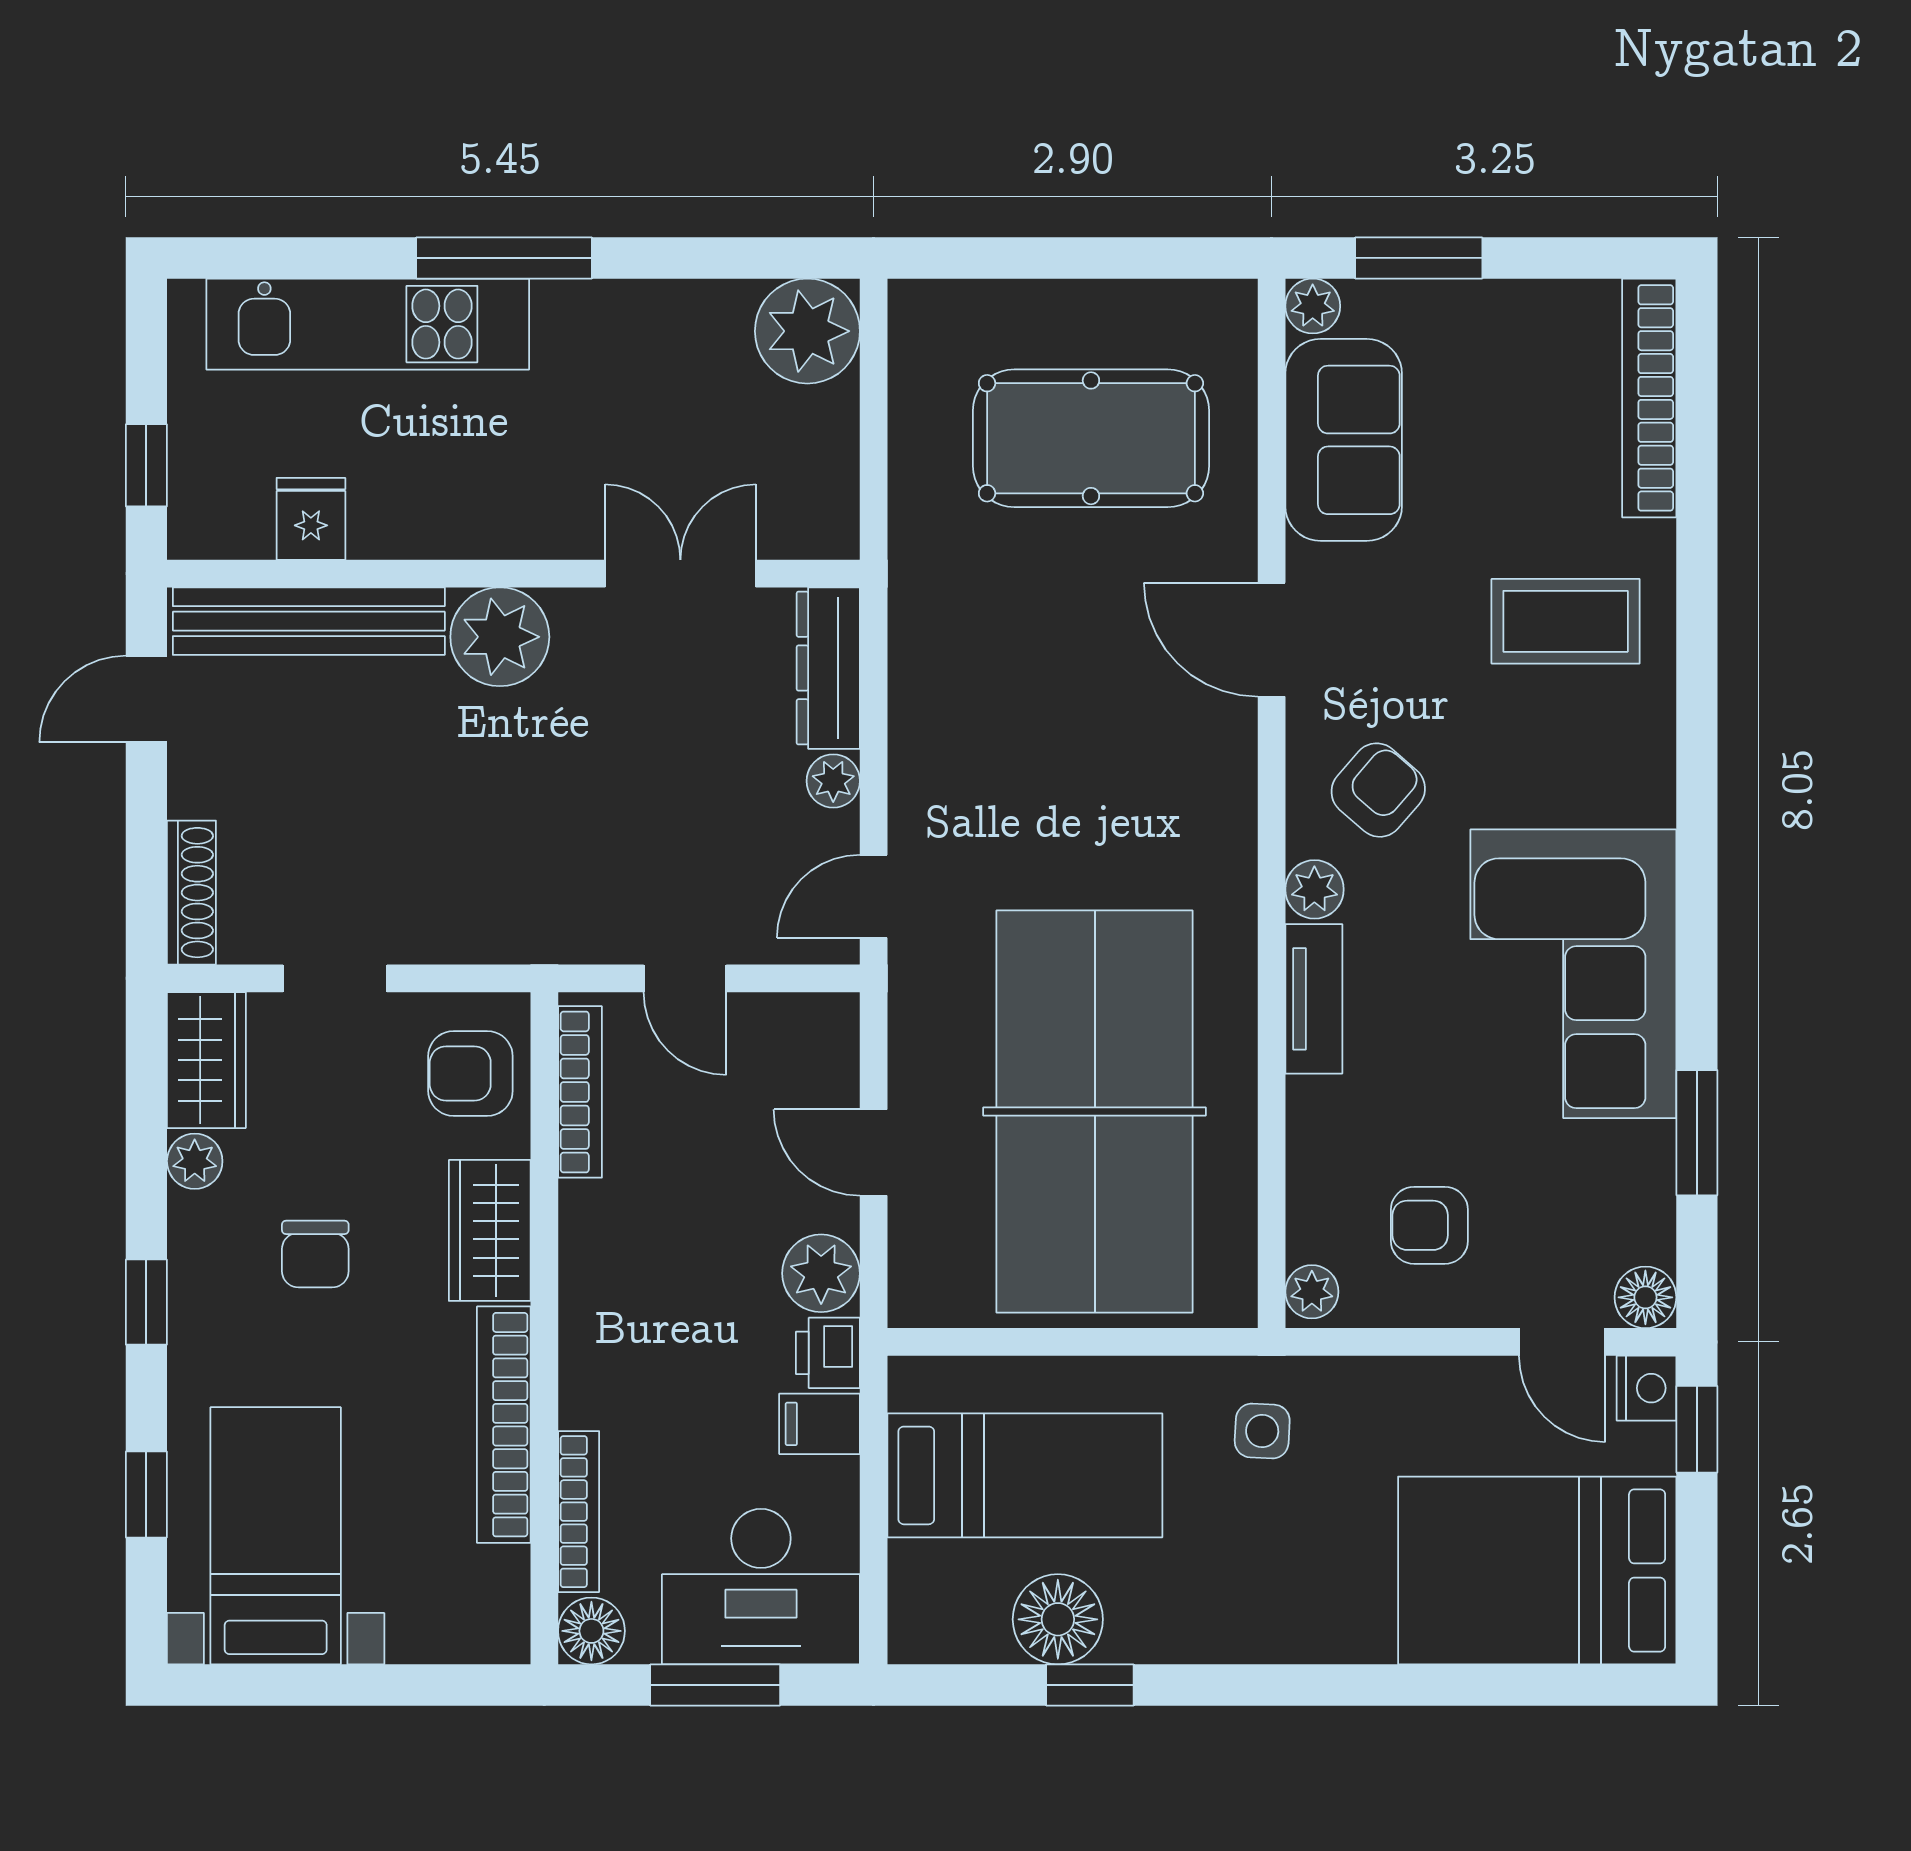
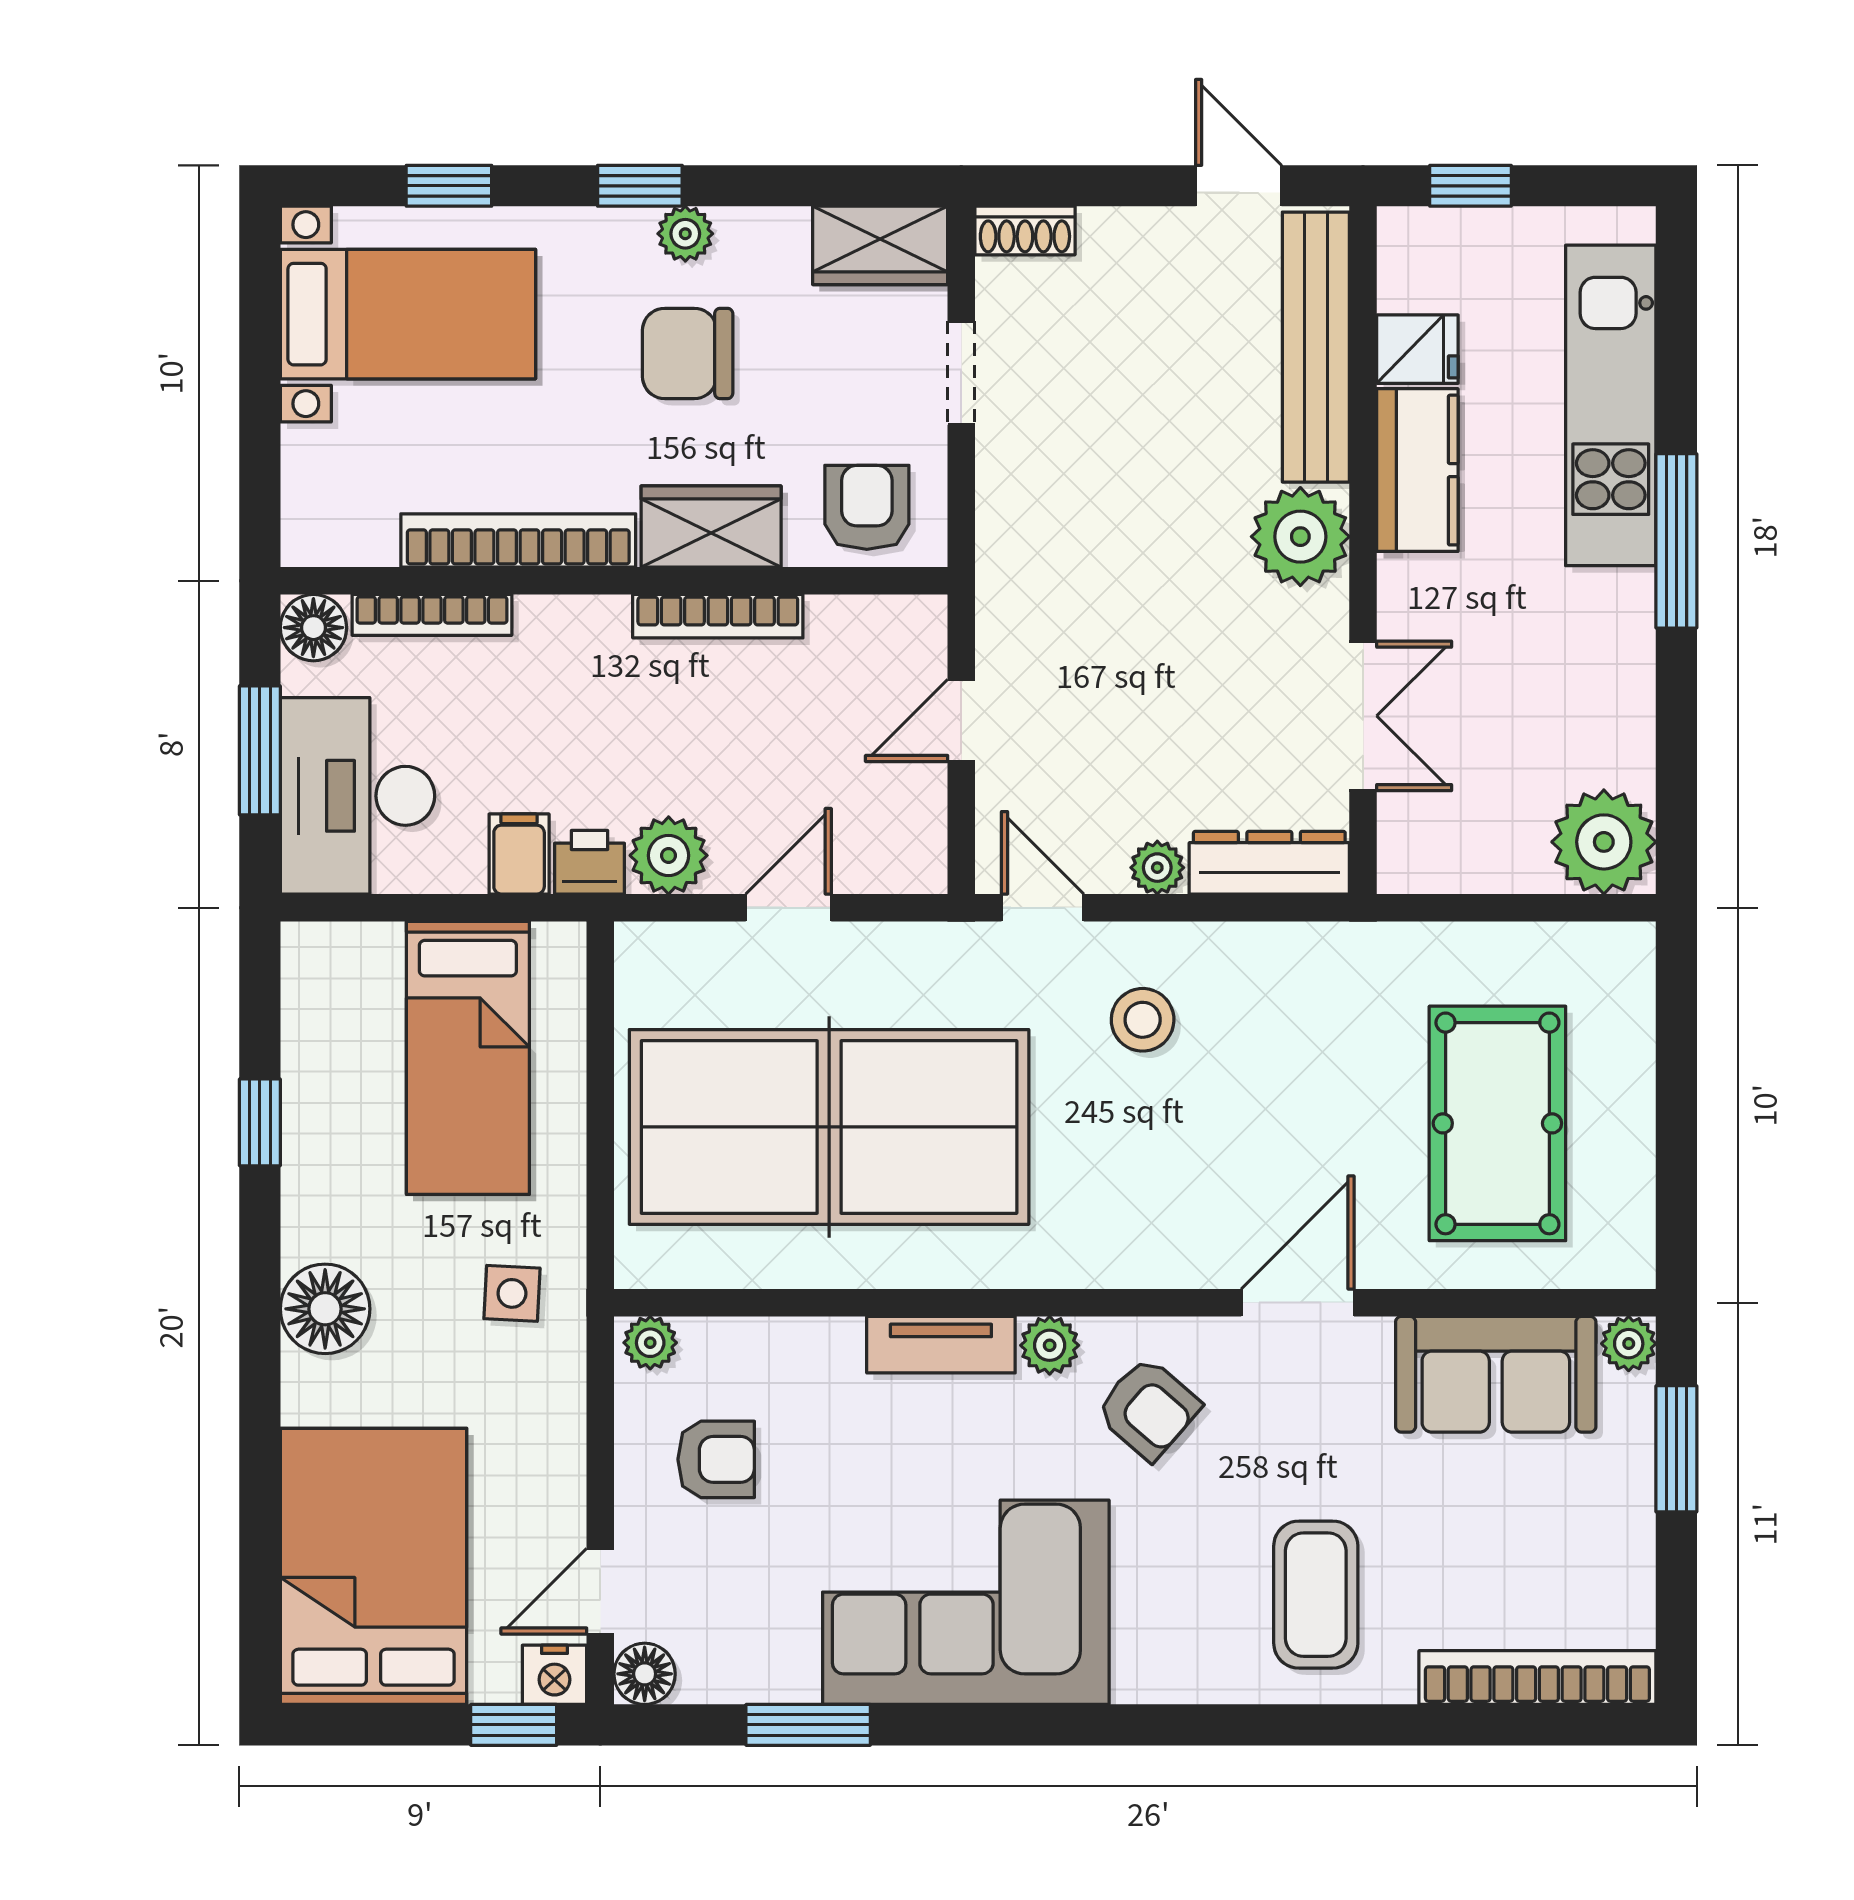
kitchen counter: (433, 519) -> (1417, 470), added
stool: (987, 796) -> (1143, 1020), added
shoe rack: (191, 893) -> (1025, 231), width x0.70
bookcase: (580, 1092) -> (718, 616), moved
plant: (195, 1161) -> (685, 234), moved
armchair: (1429, 1225) -> (716, 1459), turned 90
chair: (315, 1254) -> (688, 353), width x1.37, depth x1.37
floor lamp: (1058, 1619) -> (325, 1309), moved

